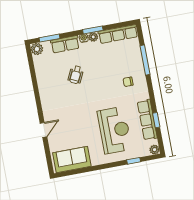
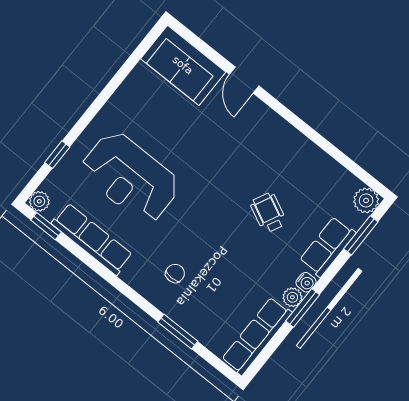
window: (145, 60) -> (178, 332), width x0.69
window: (156, 120) -> (46, 226), moved
sofa: (72, 160) -> (183, 65), moved, turned 90

